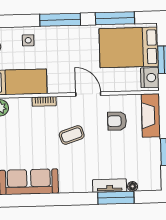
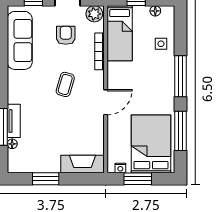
nightstand: (150, 78) -> (120, 168), width x0.53, depth x0.56
bookcase: (44, 101) -> (99, 51), width x1.56
armchair: (117, 121) -> (66, 35), moved
coffee table: (72, 135) -> (65, 84), turned 34

